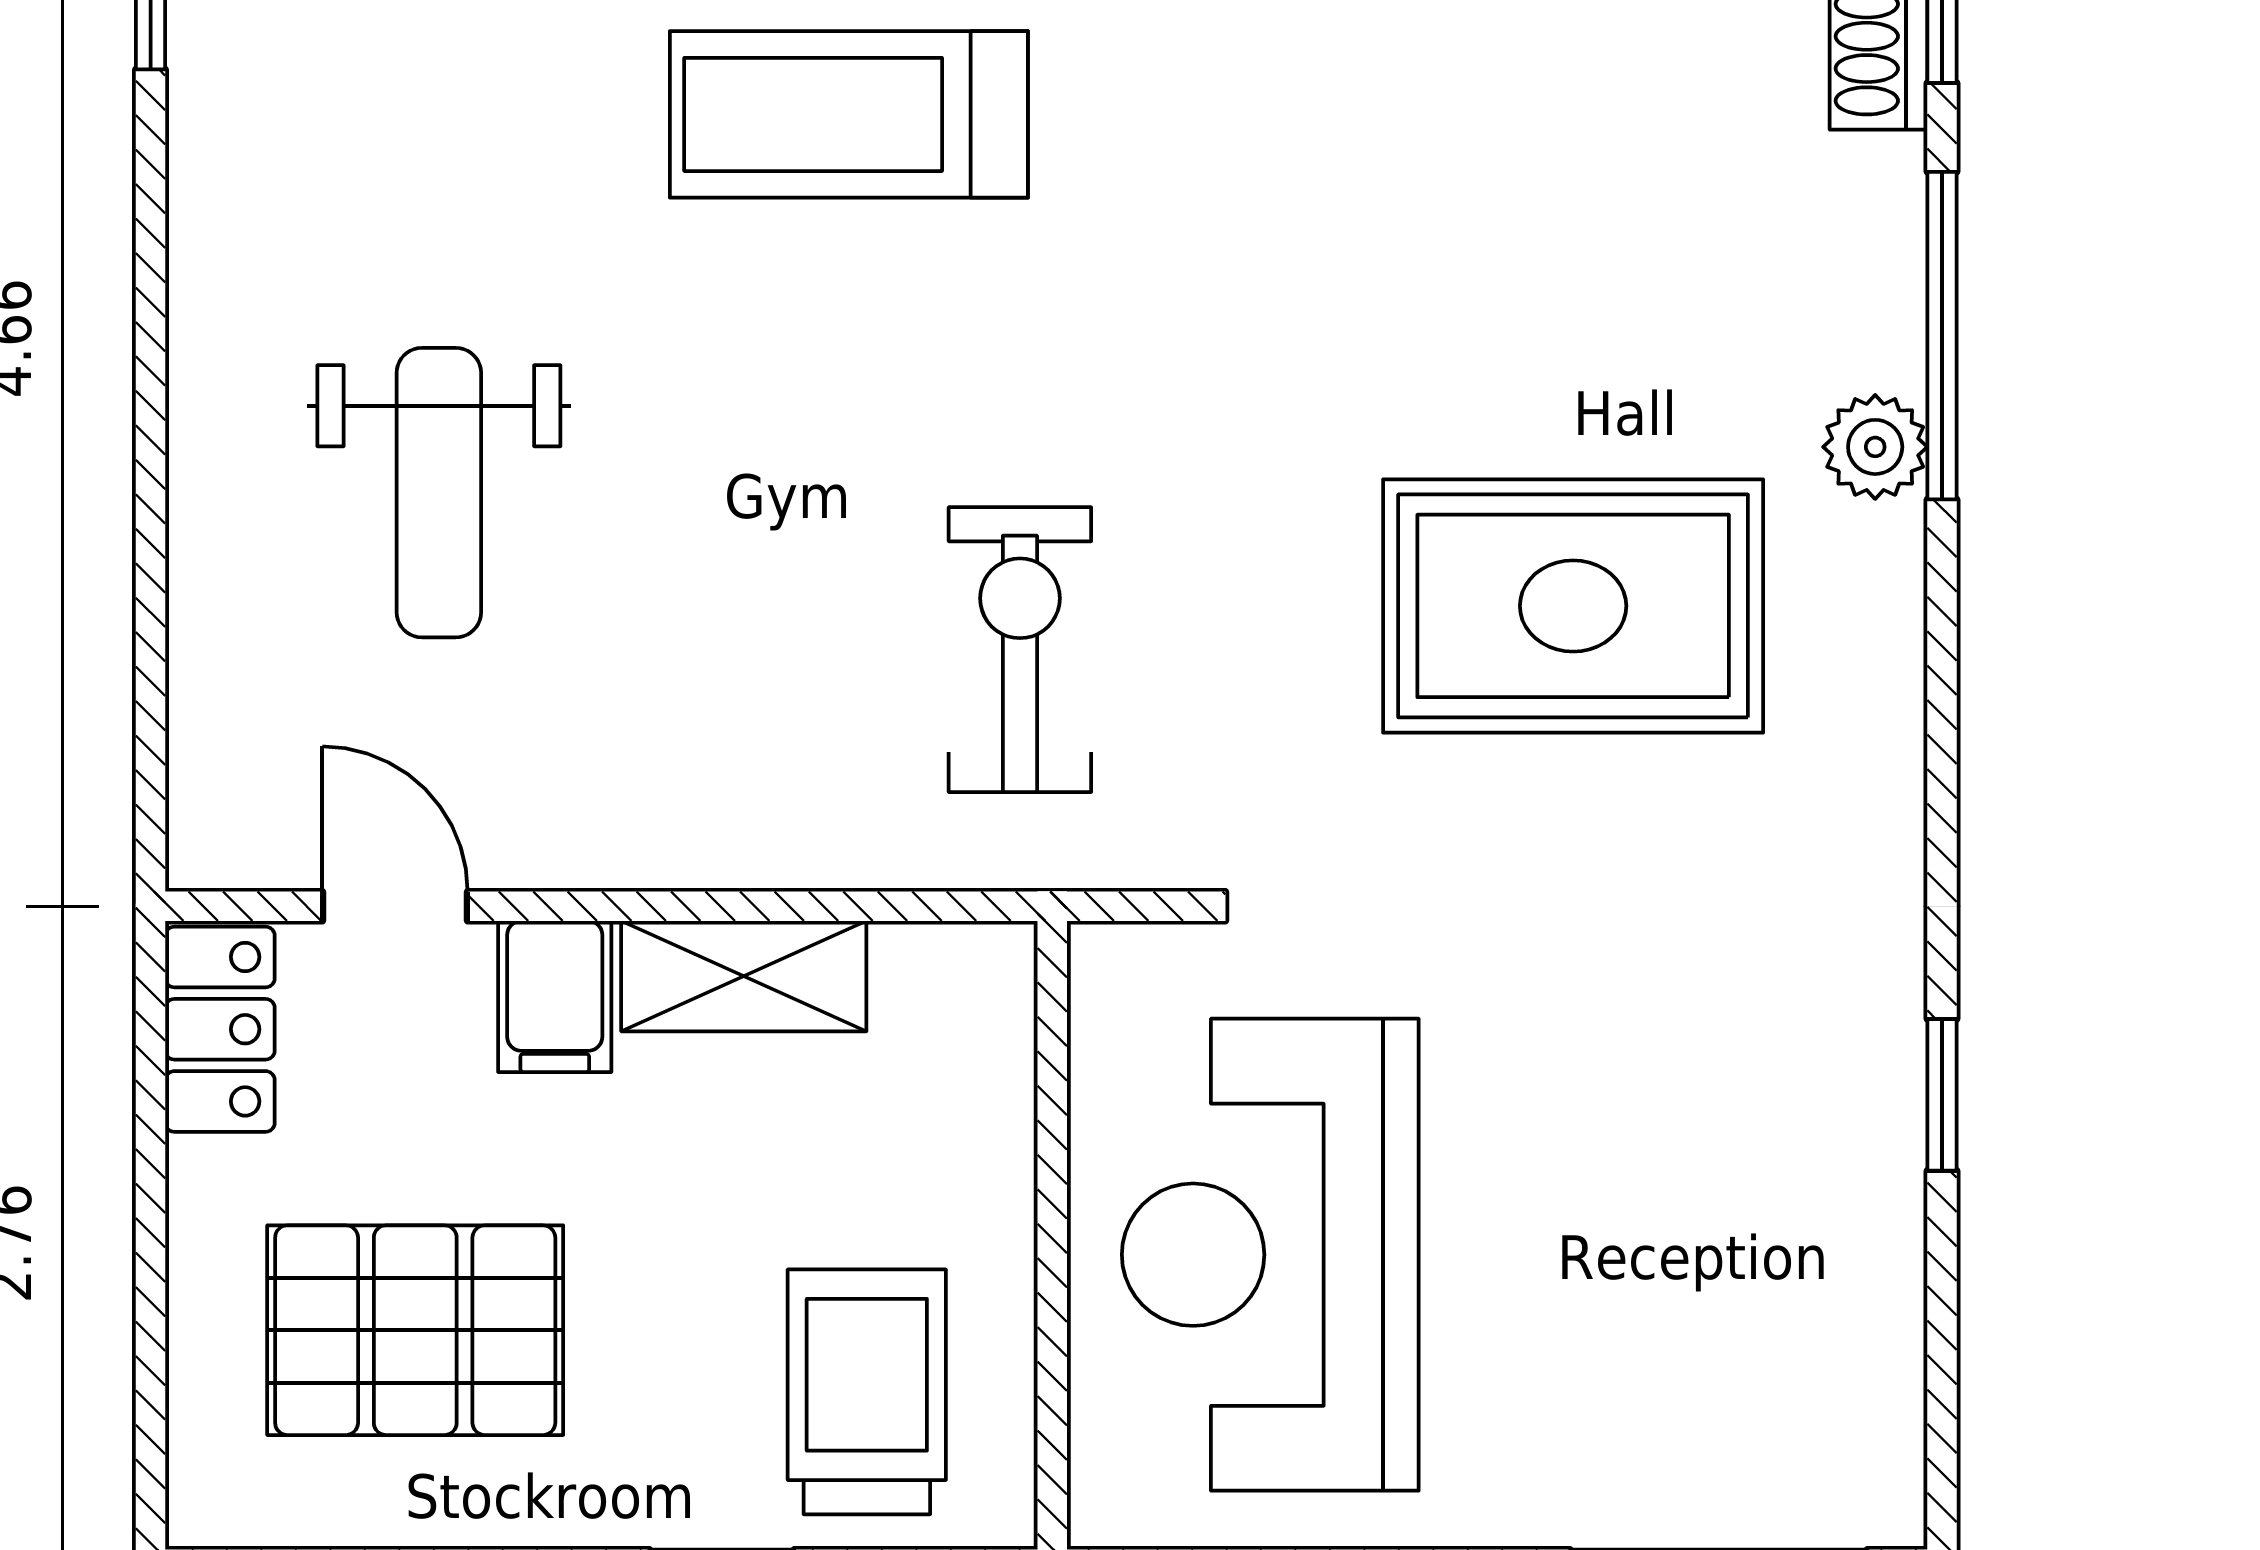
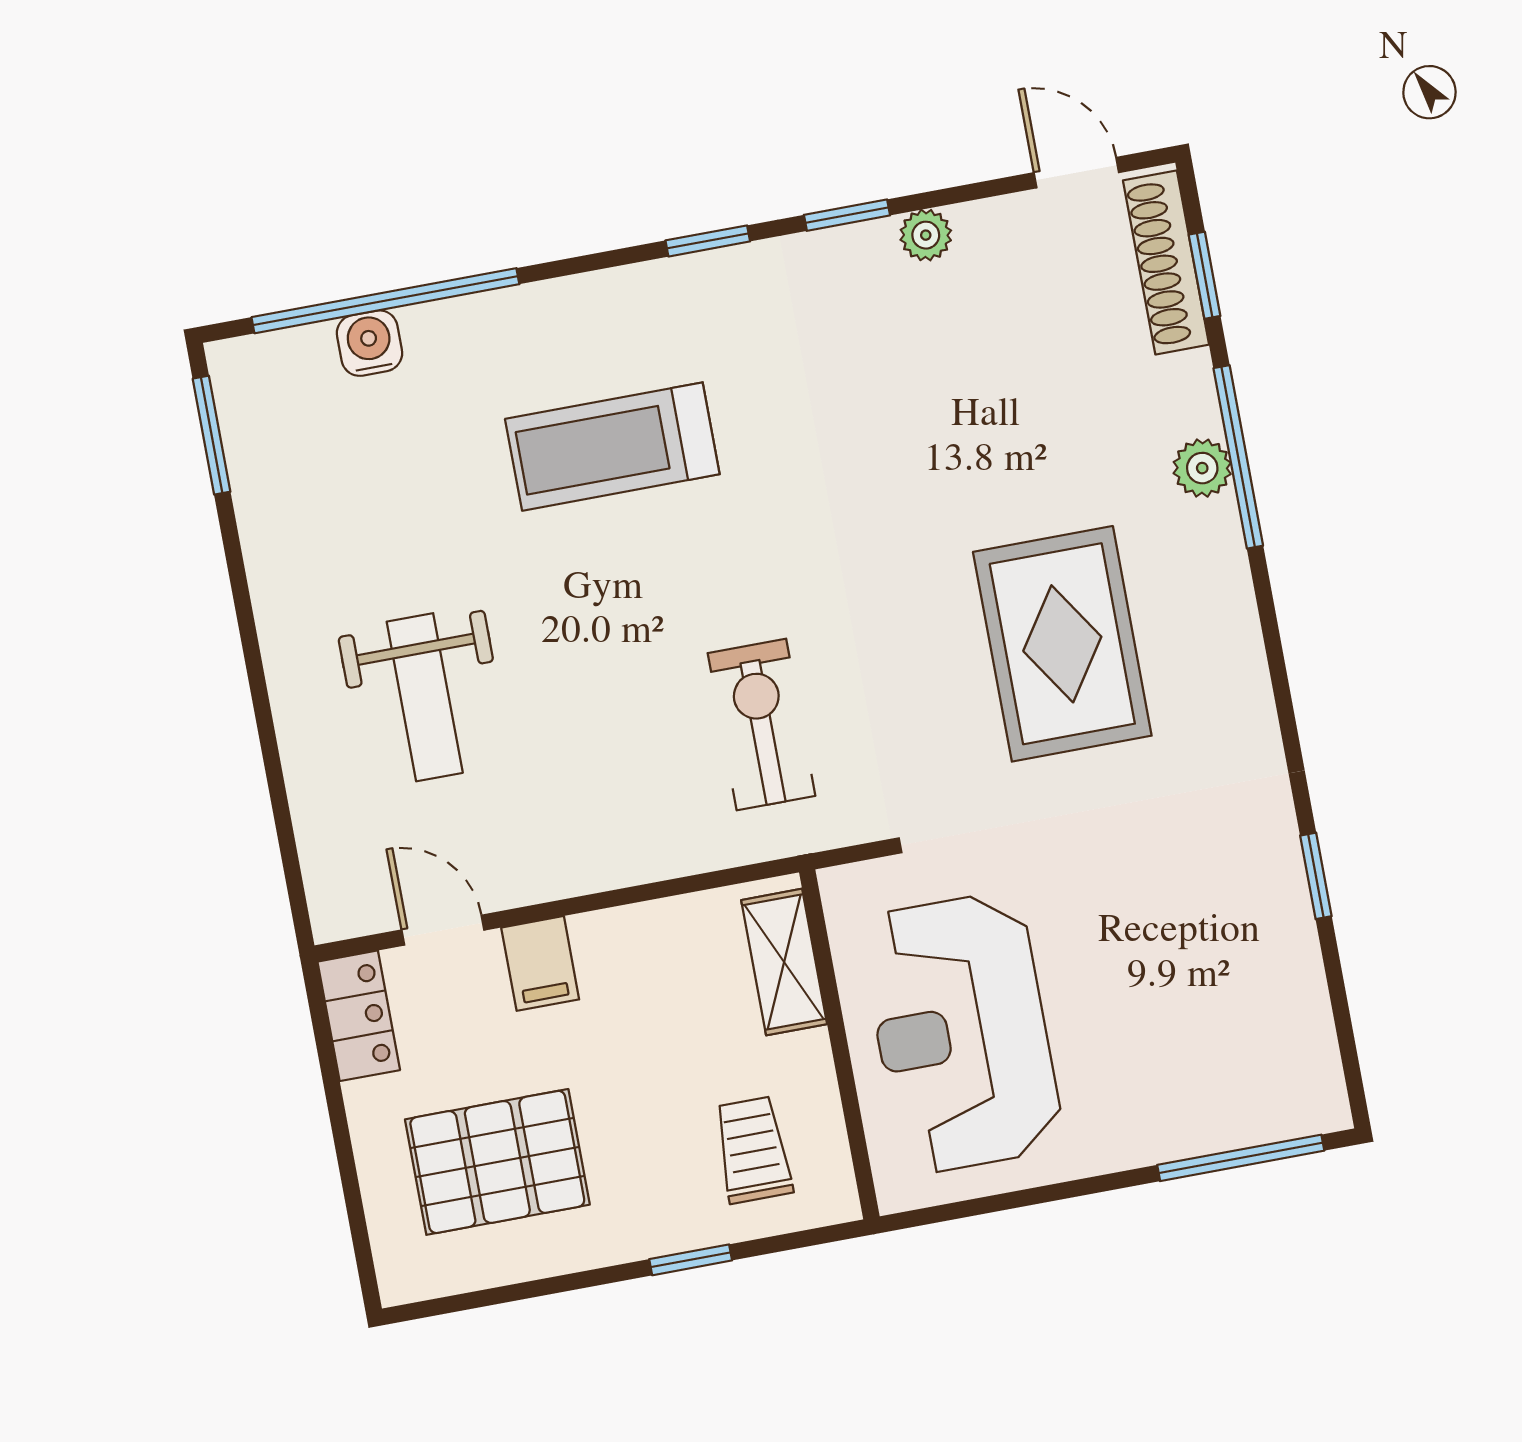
plant: (1875, 447) -> (1202, 468), moved
rug: (1573, 606) -> (1062, 644), turned 90
shelving: (744, 976) -> (784, 962), moved, turned 90
trolley: (867, 1392) -> (753, 1150), width x0.73, depth x0.72

